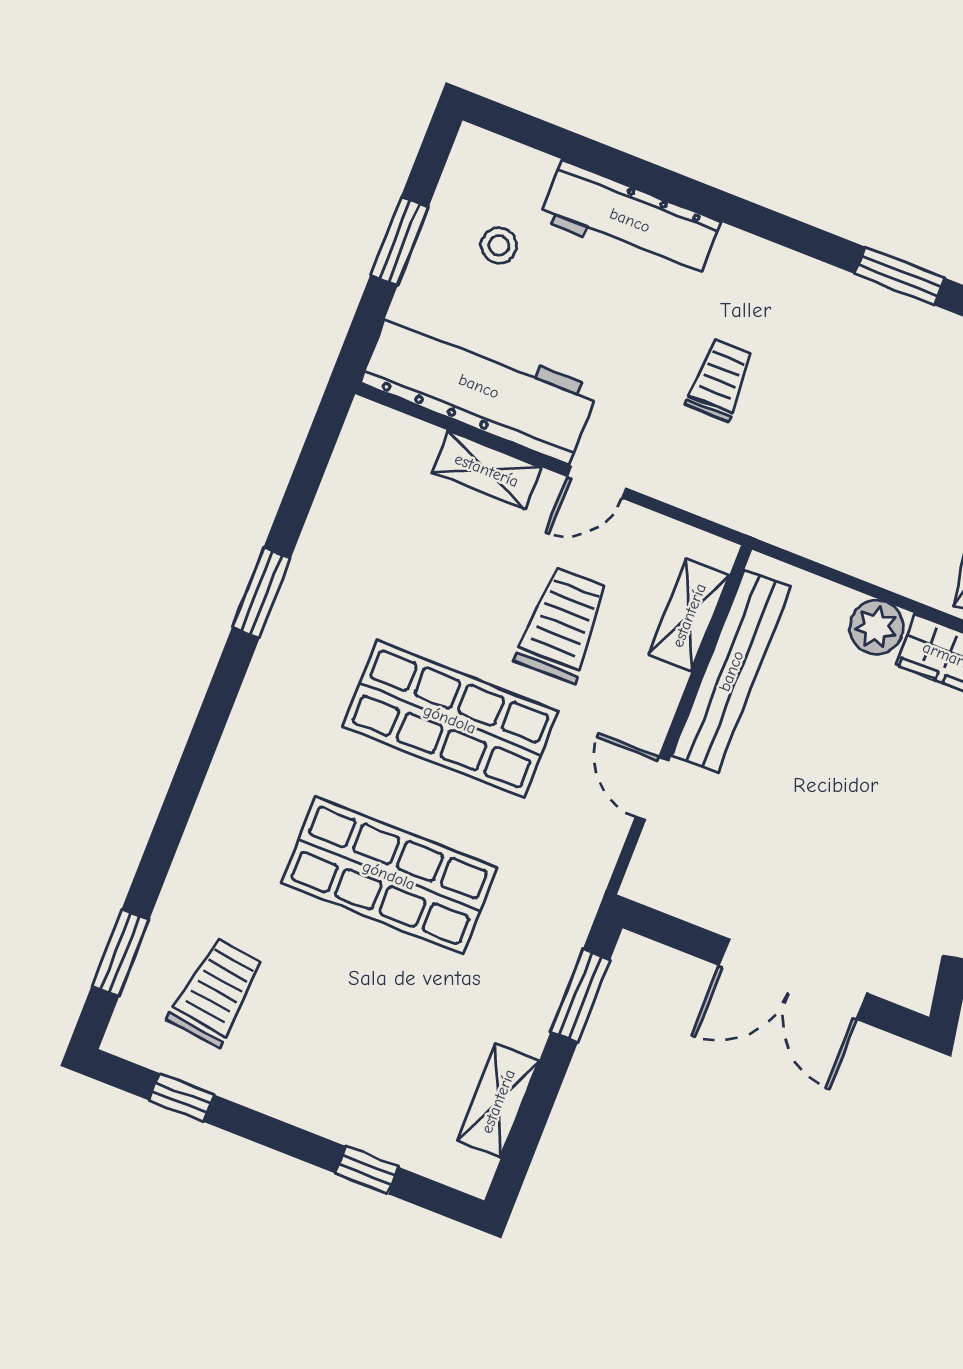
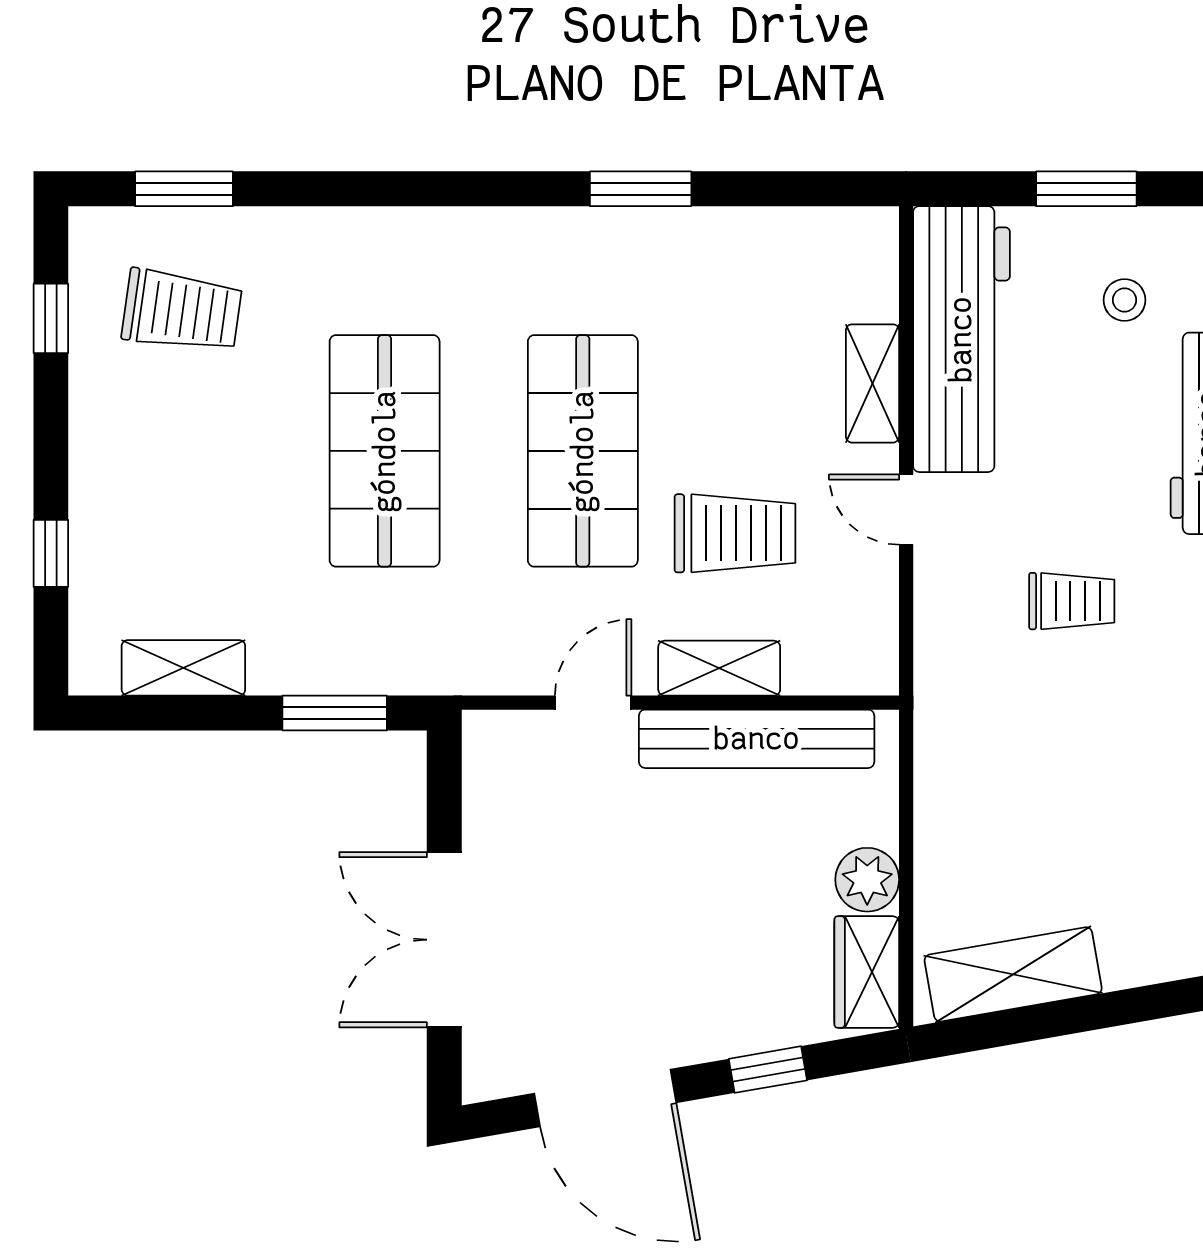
shelving: (689, 615) -> (719, 668), moved

